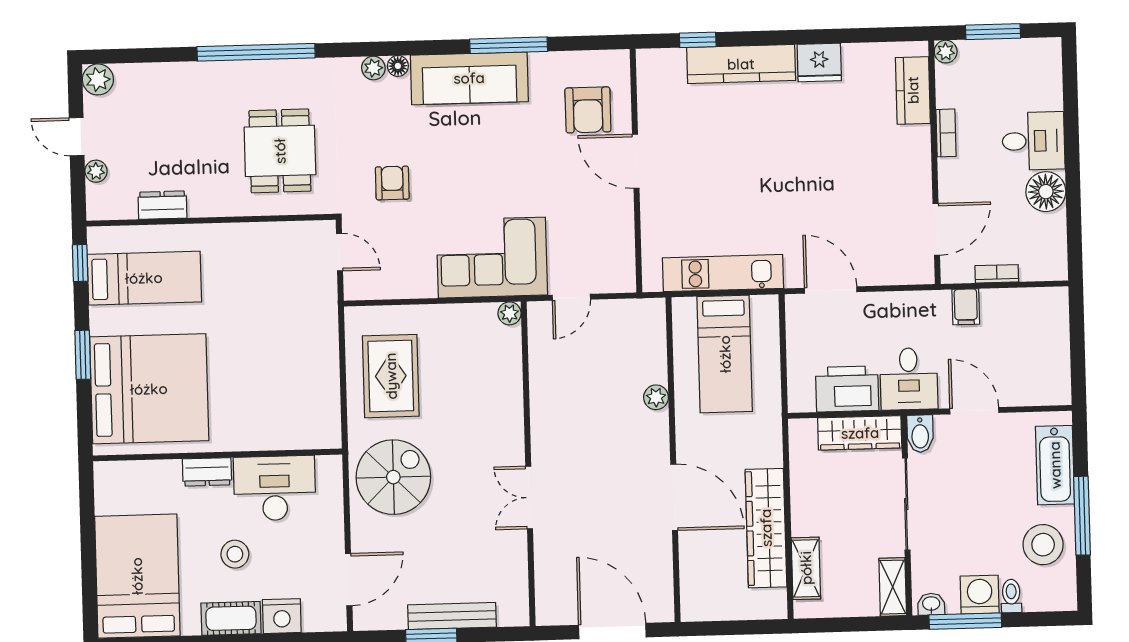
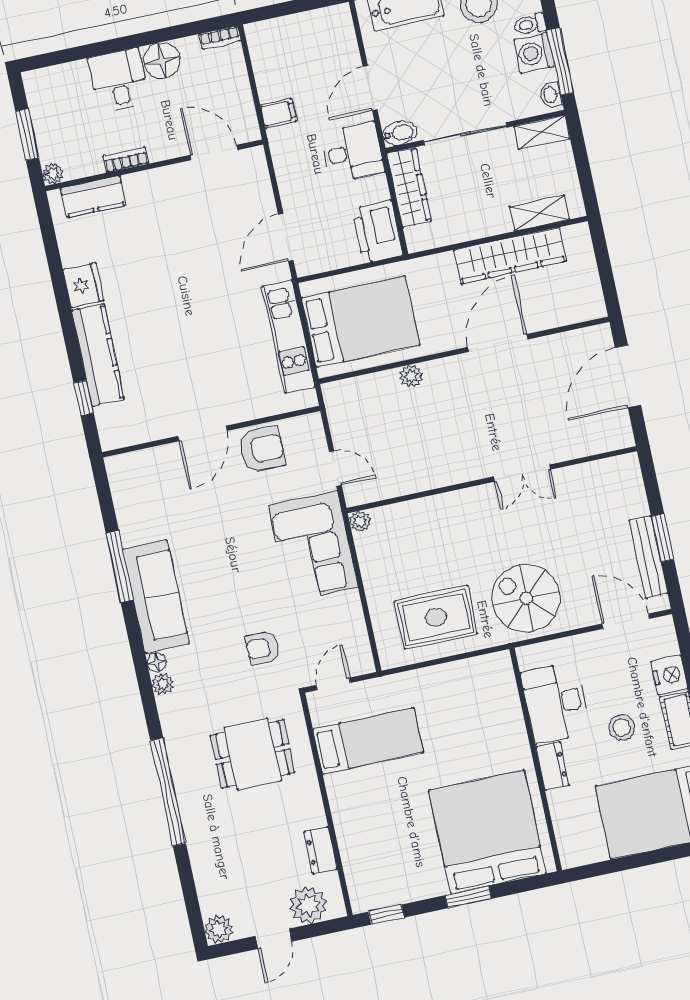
armchair: (588, 110) -> (261, 449), moved
plant: (96, 171) -> (308, 905), width x1.87, depth x1.87
bookcase: (997, 274) -> (220, 38), moved, turned -90
bed: (144, 278) -> (368, 741), moved, turned 90
bed: (725, 354) -> (361, 322), width x1.50
printer: (847, 389) -> (377, 232), moved
bench: (452, 616) -> (648, 557), moved

